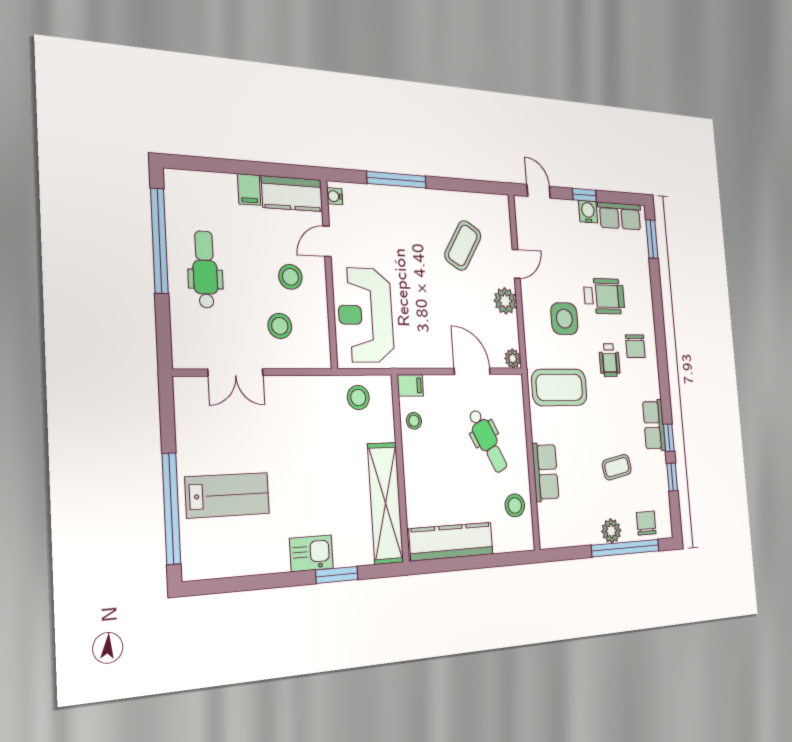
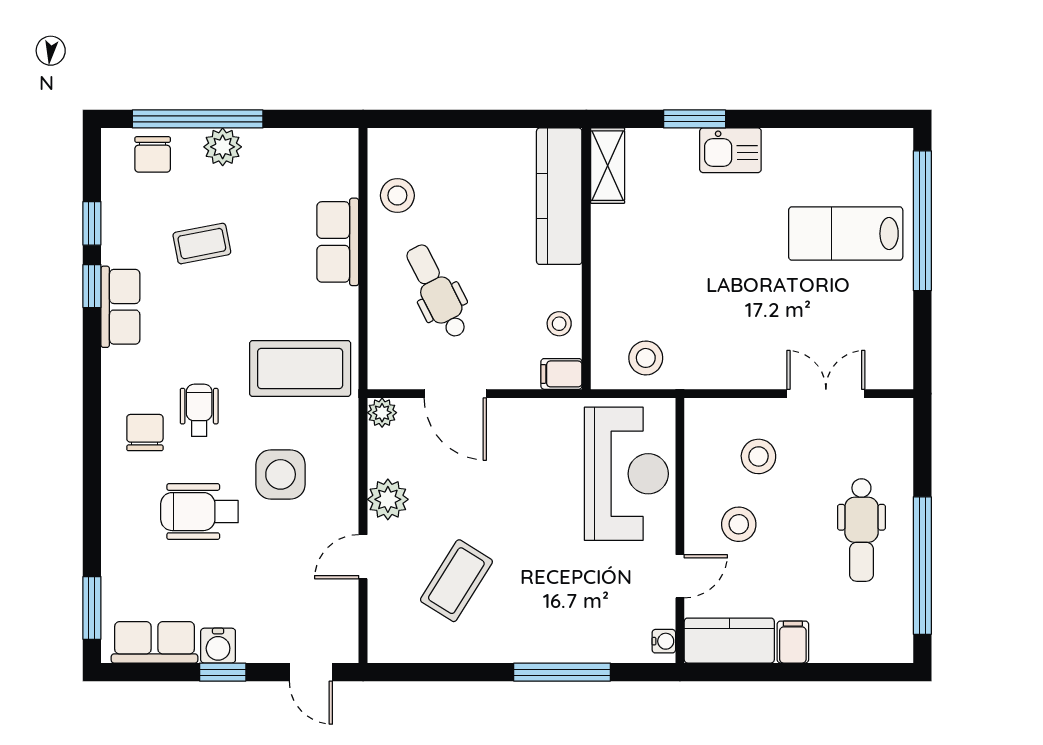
shelving: (385, 503) -> (608, 166), width x0.45, depth x0.75
kitchen counter: (451, 542) -> (559, 196), moved, turned 90

